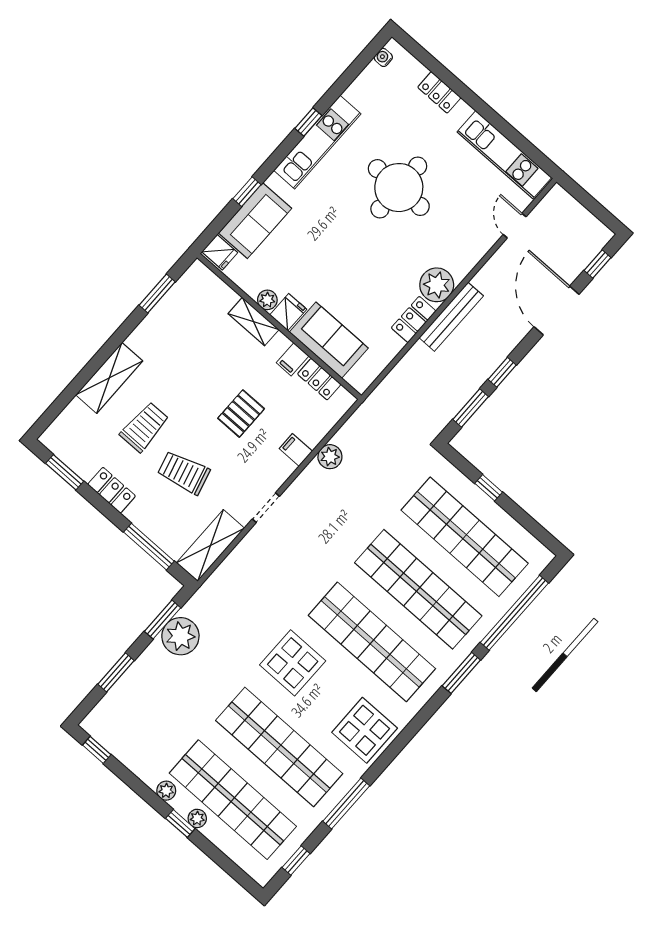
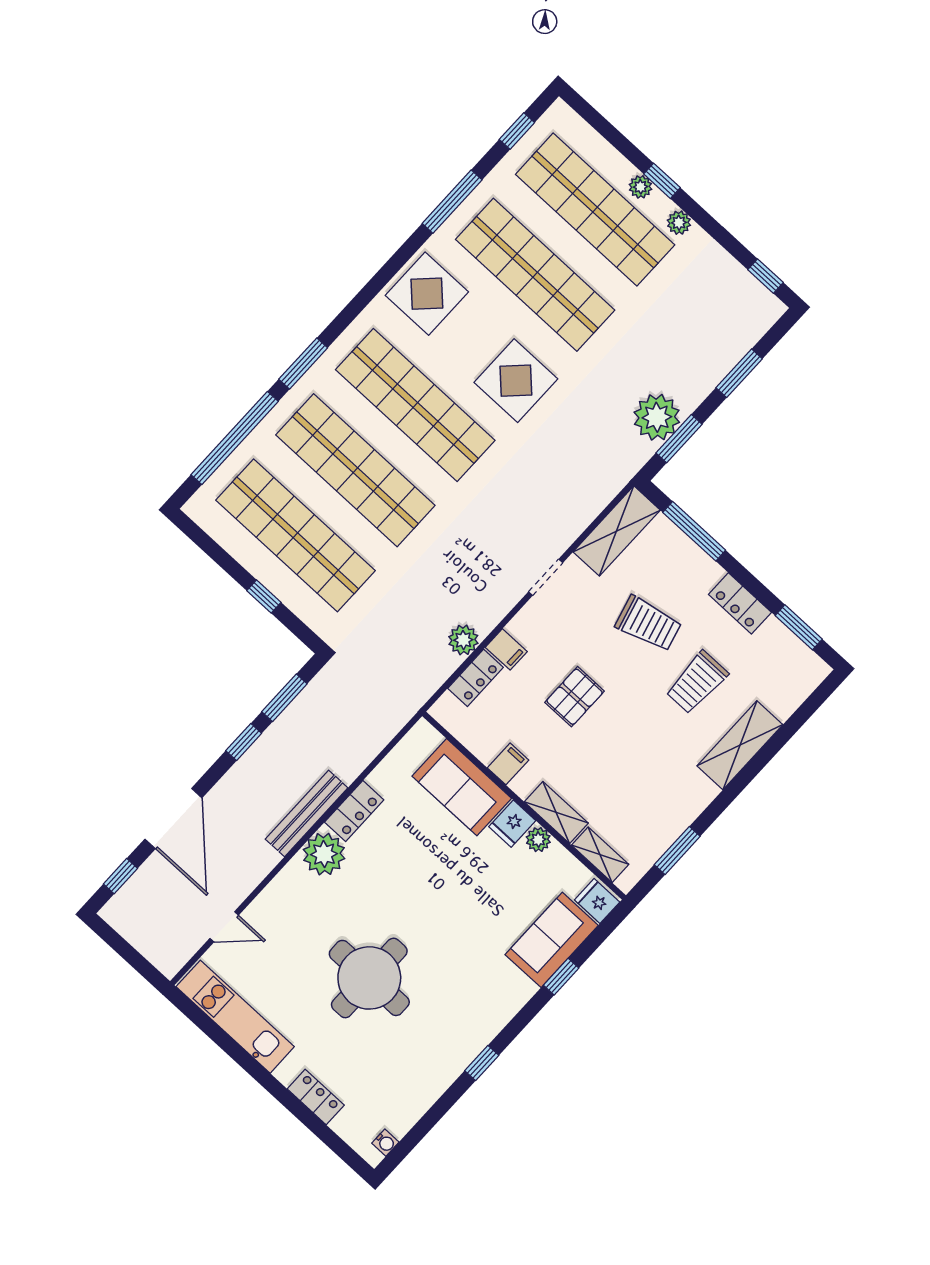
kitchen unit: (317, 142) -> (471, 1037), removed
door: (515, 226) -> (224, 927), hinge flipped
shelving: (218, 289) -> (600, 855), added
locker: (319, 379) -> (475, 678), moved, turned 90

